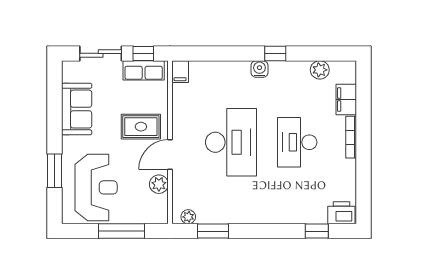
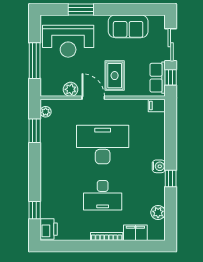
desk: (231, 142) -> (103, 145), turned 180
desk: (297, 142) -> (103, 195), turned 180

